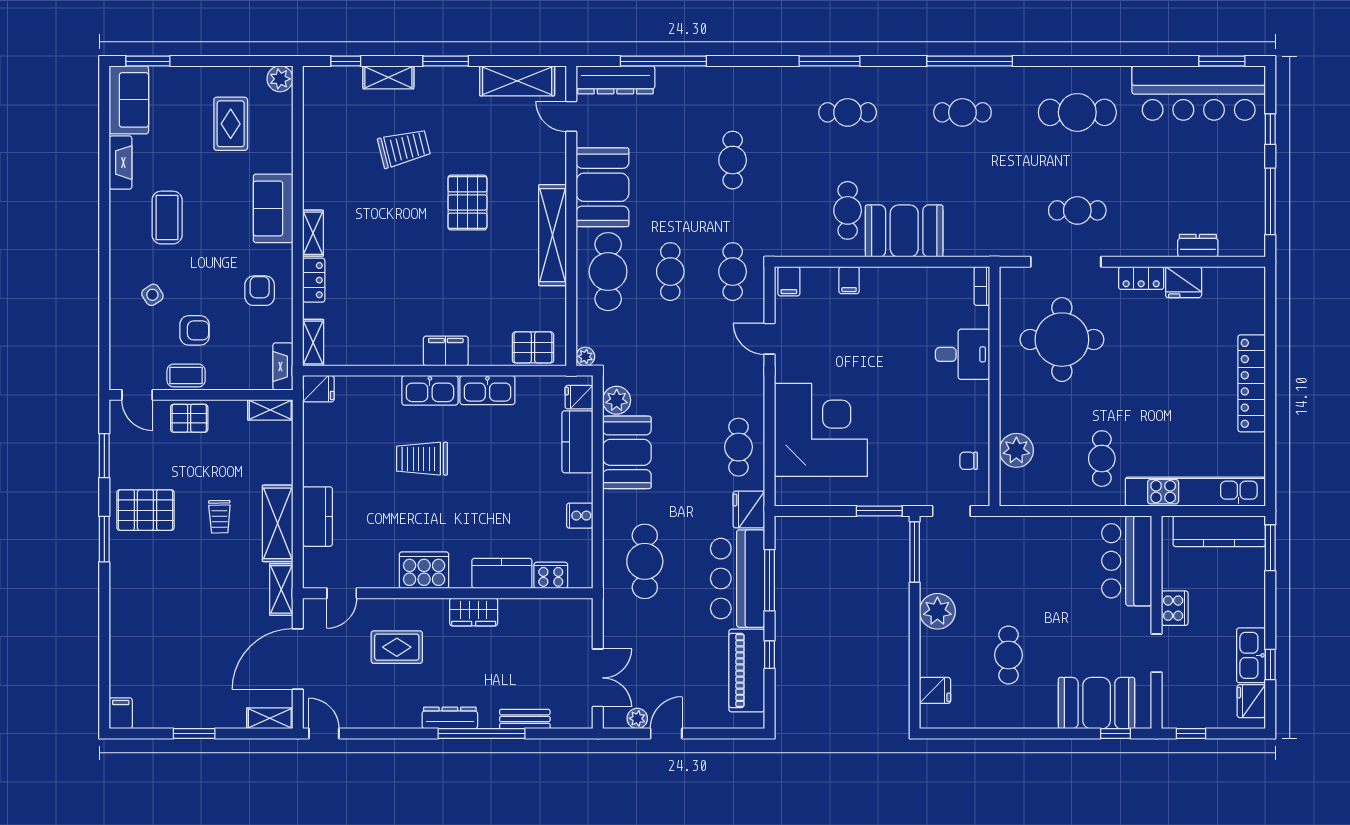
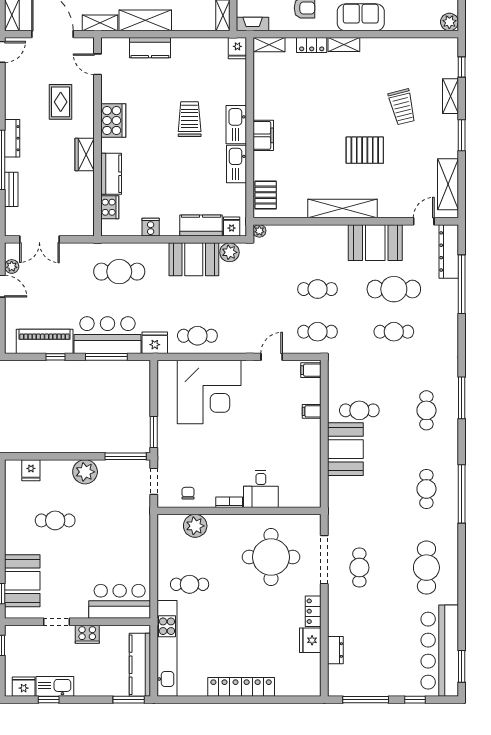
cafe table: (608, 272) -> (394, 289), moved
bookcase: (982, 286) -> (229, 502), moved

